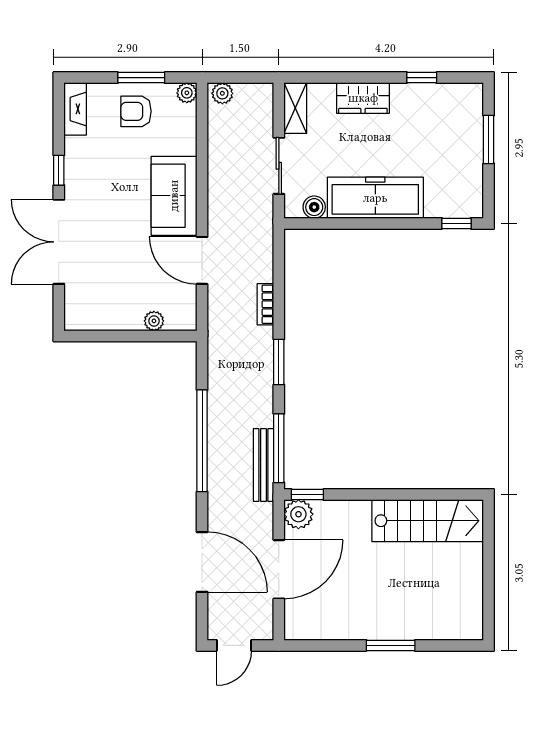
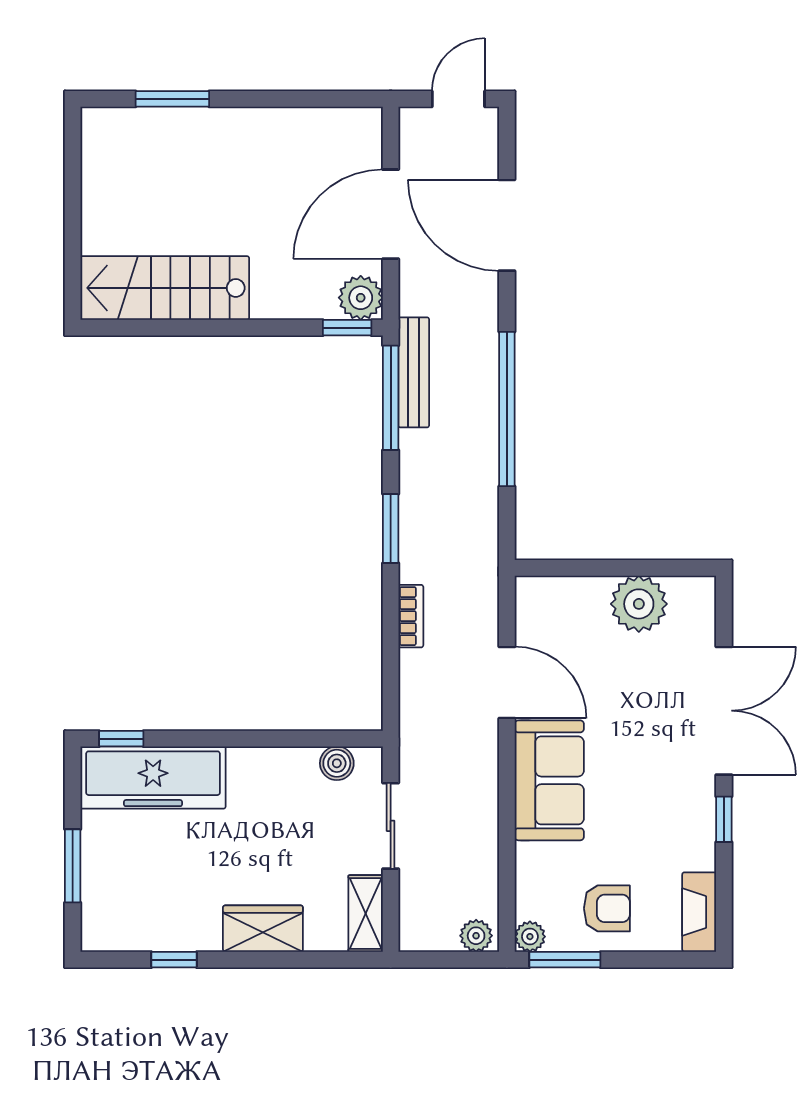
window: (141, 78) -> (565, 960), moved
freezer: (375, 198) -> (153, 778), moved
plant: (154, 321) -> (639, 604), moved, width x1.87, depth x1.87
window: (391, 645) -> (172, 99), moved

